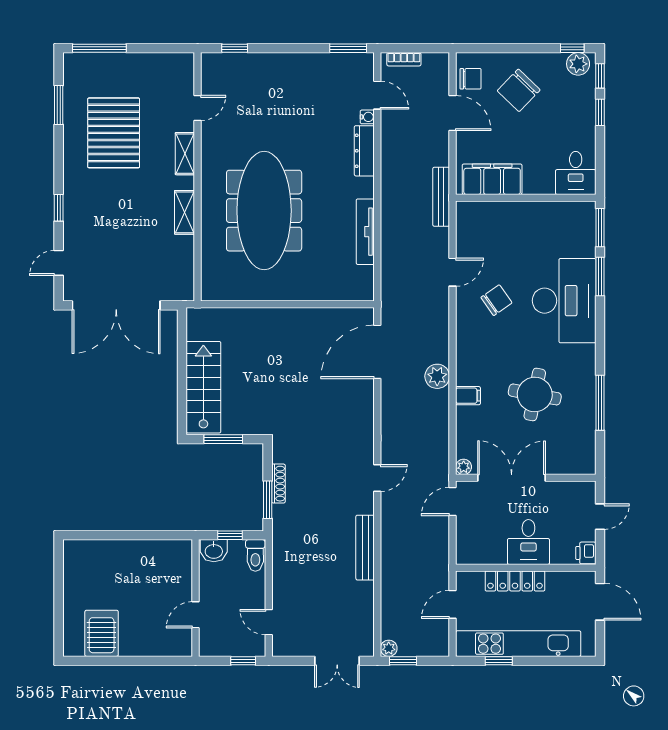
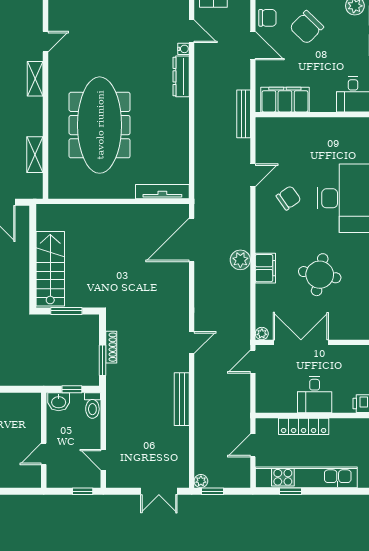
shelving: (185, 212) -> (35, 155), moved
tv unit: (365, 232) -> (162, 192), moved, turned 90
filing cabinet: (468, 396) -> (265, 268), width x2.00

